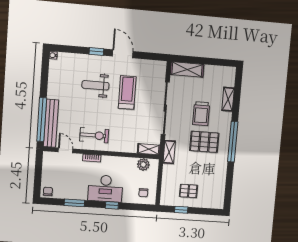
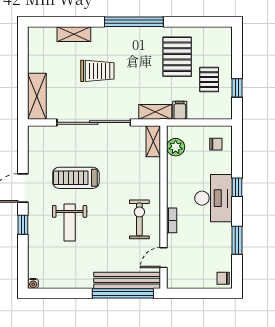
pallet: (204, 142) -> (177, 57), moved
filing cabinet: (169, 169) -> (180, 110), added

